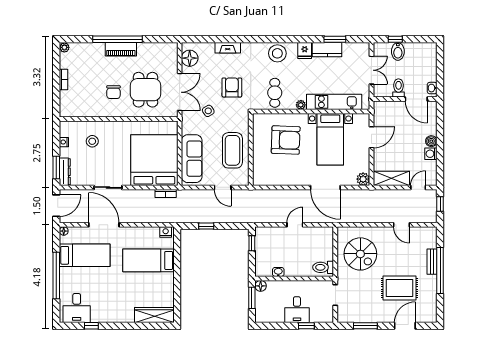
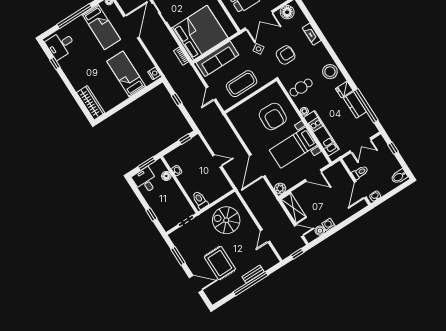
window: (335, 39) -> (366, 106), width x2.11
bidet: (398, 51) -> (399, 177), moved
boiler: (431, 141) -> (320, 231), moved
spiral stairs: (360, 254) -> (226, 220), turned 90
floor lamp: (261, 286) -> (166, 176), moved
desk: (297, 310) -> (145, 181), moved, turned 90

